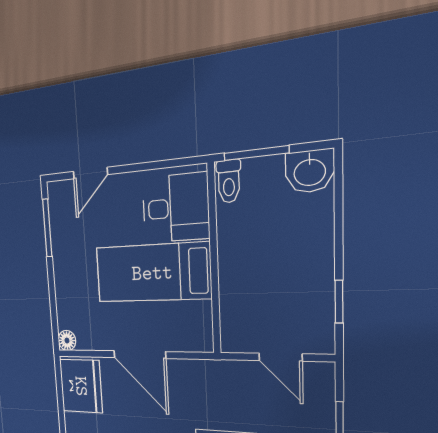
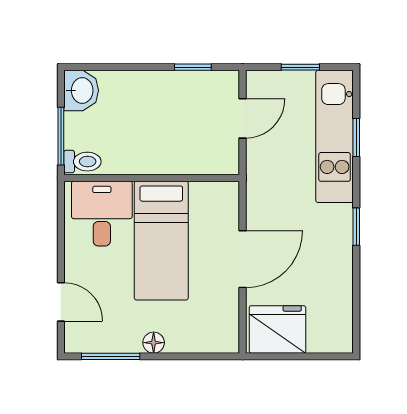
floor lamp: (67, 340) -> (154, 343), moved

